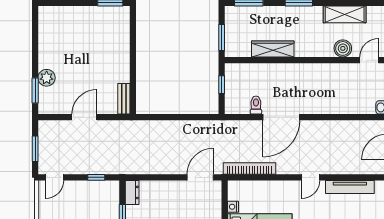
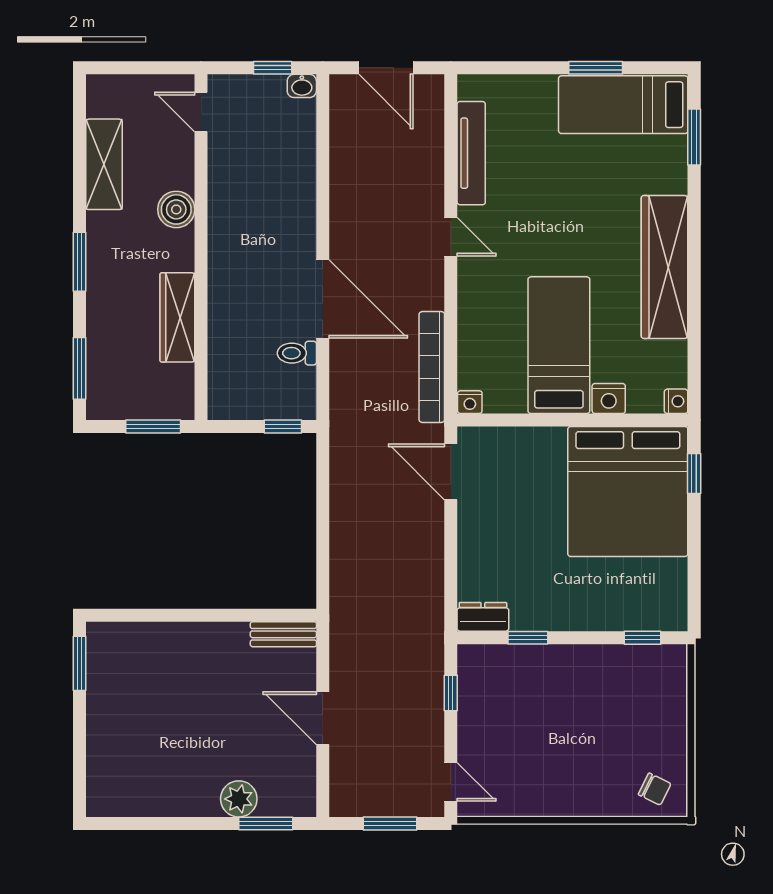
boiler: (343, 48) -> (176, 209), moved
window: (222, 85) -> (283, 426), moved
nightstand: (233, 207) -> (470, 402), moved

